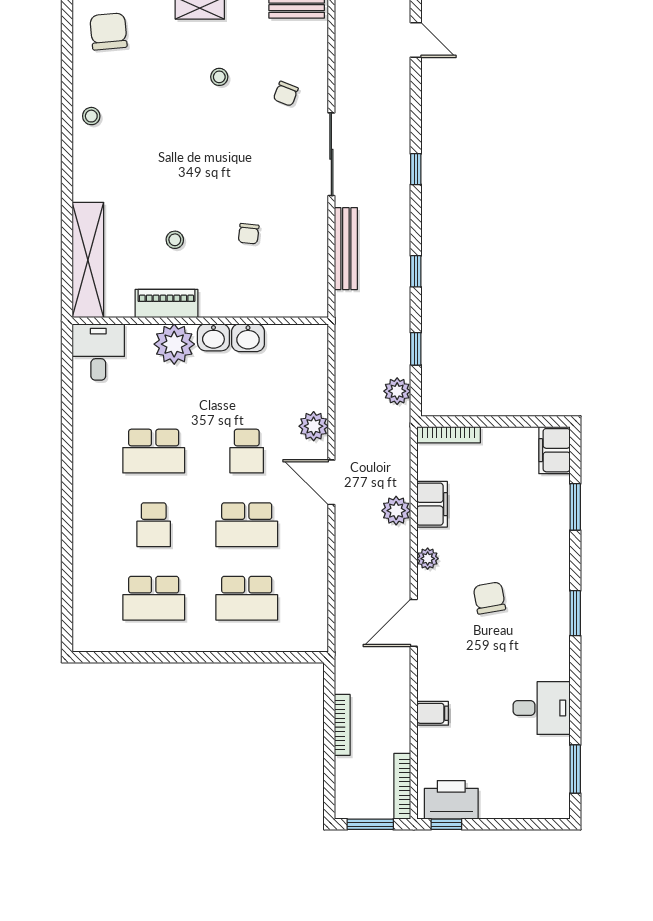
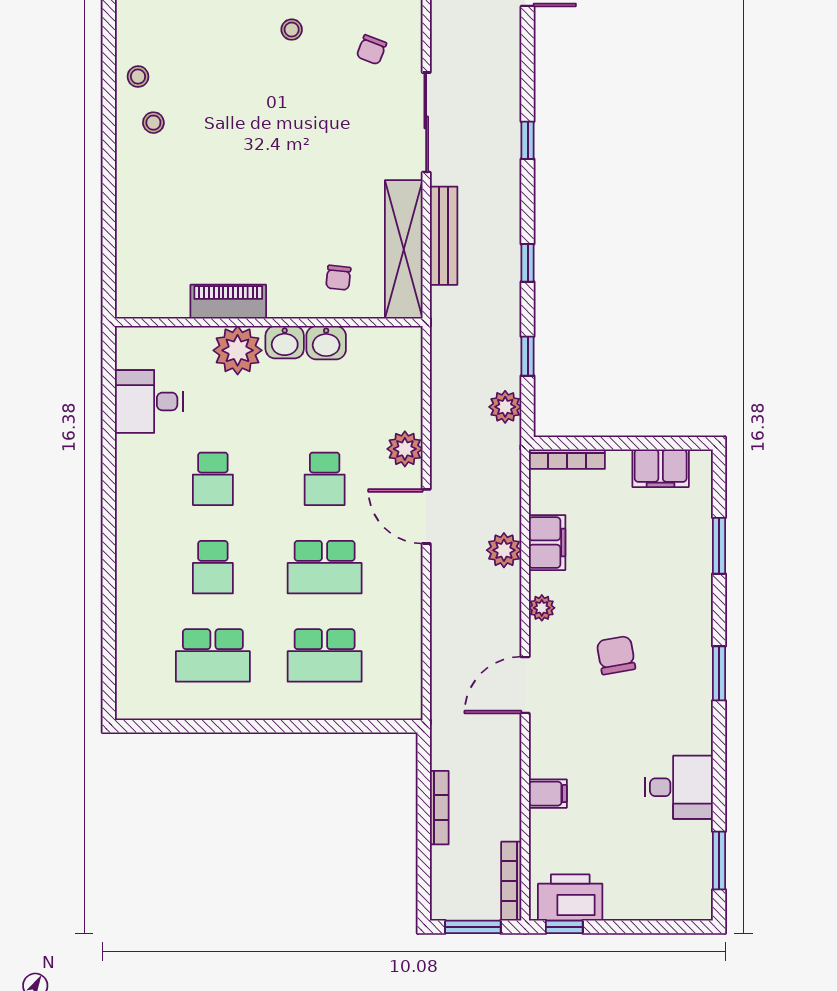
chair: (249, 234) -> (338, 278), moved
stool: (175, 240) -> (153, 123), moved
shelving: (88, 260) -> (404, 249), moved
desk: (98, 352) -> (149, 401), moved, turned -90
filing cabinet: (554, 450) -> (661, 468), moved, turned -90
school desk: (154, 451) -> (213, 479), width x0.54

